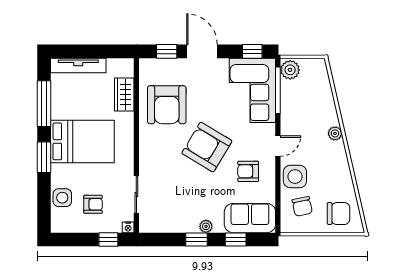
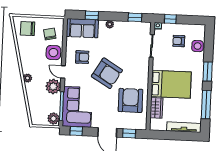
plant: (293, 122) -> (53, 86), added
bed: (82, 141) -> (171, 84), moved, turned 180
door: (278, 146) -> (63, 72), hinge flipped
window: (197, 240) -> (135, 17), moved

